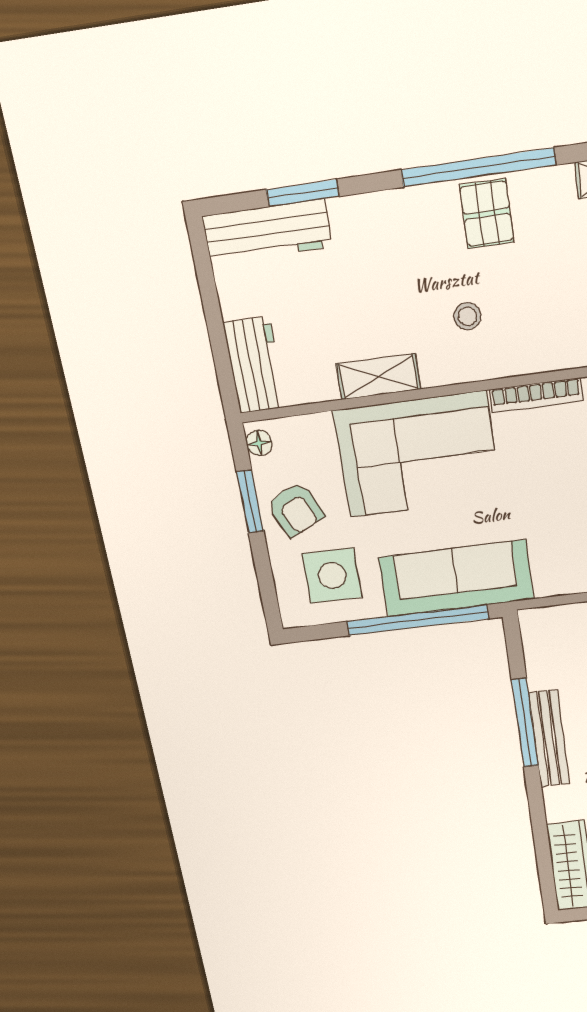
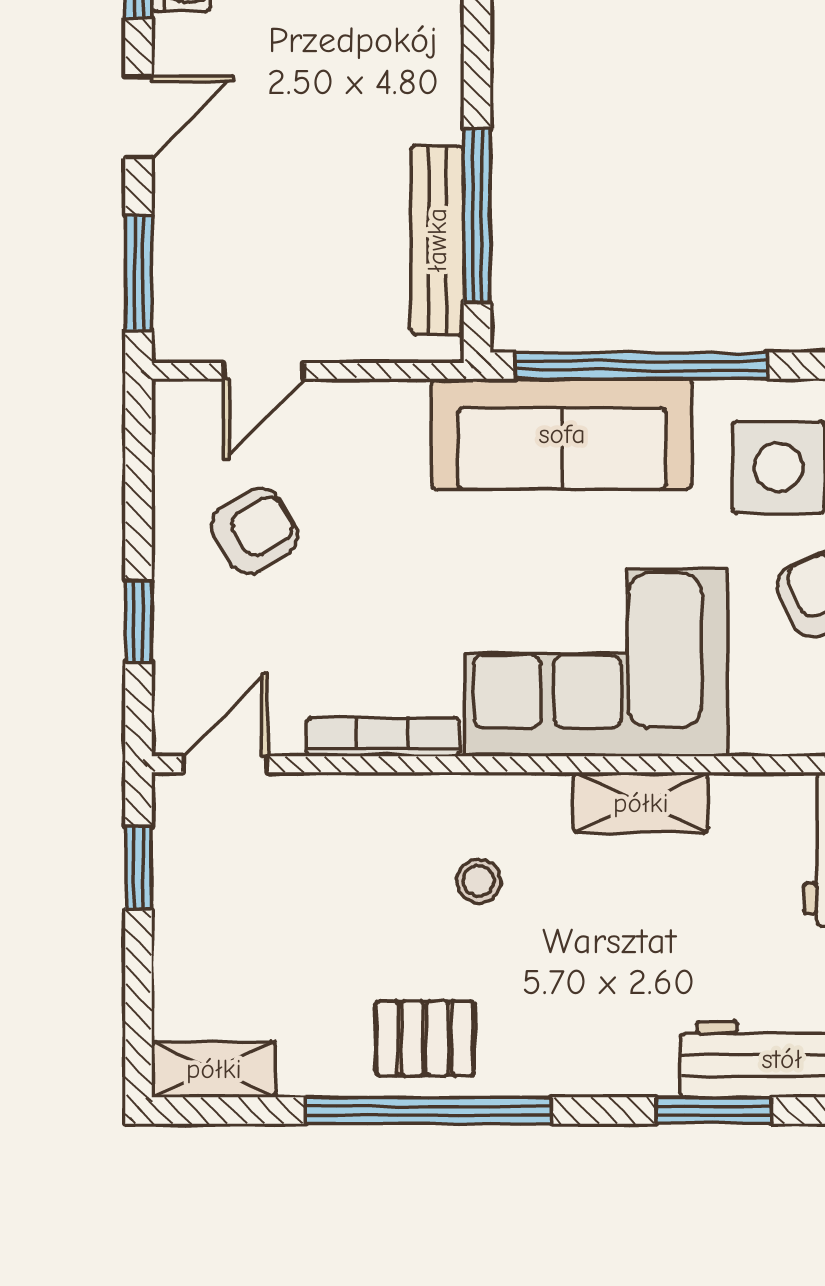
pallet: (487, 214) -> (425, 1038), turned 90
window: (525, 723) -> (477, 216), moved
bench: (549, 739) -> (437, 240), moved

